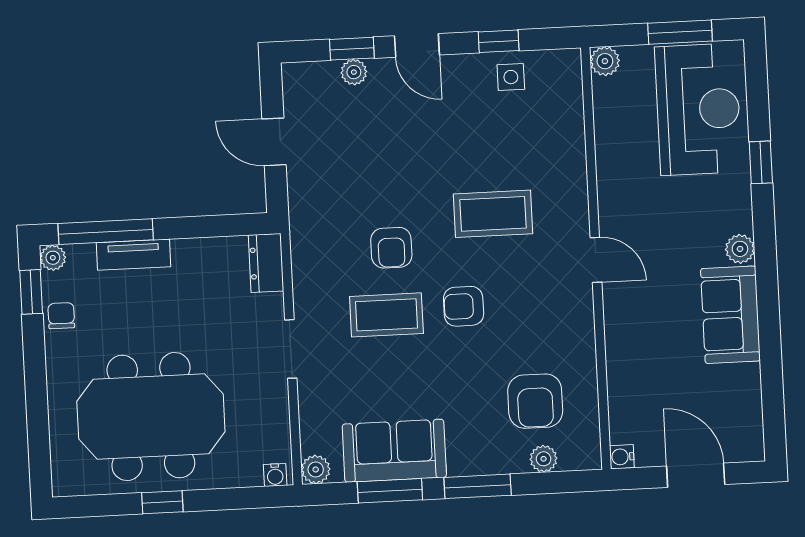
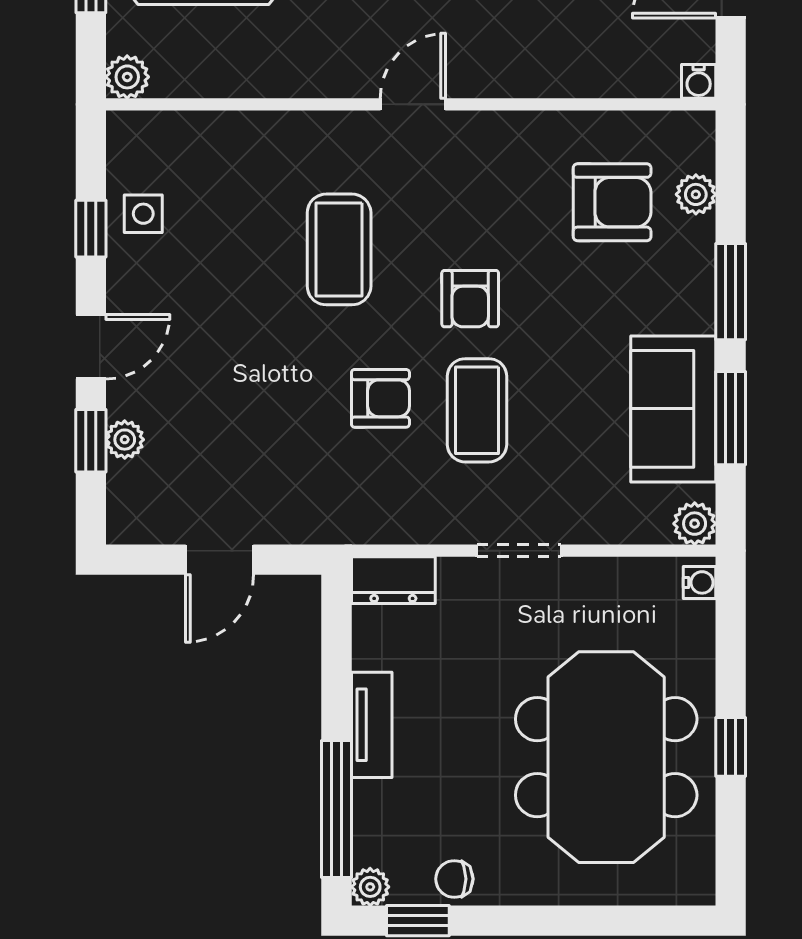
tv unit: (133, 255) -> (372, 725), moved

